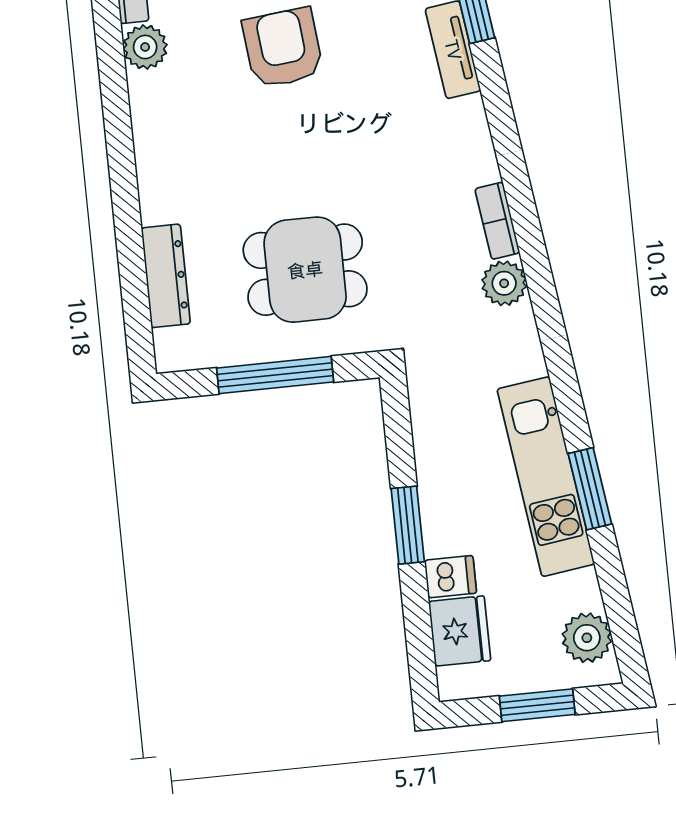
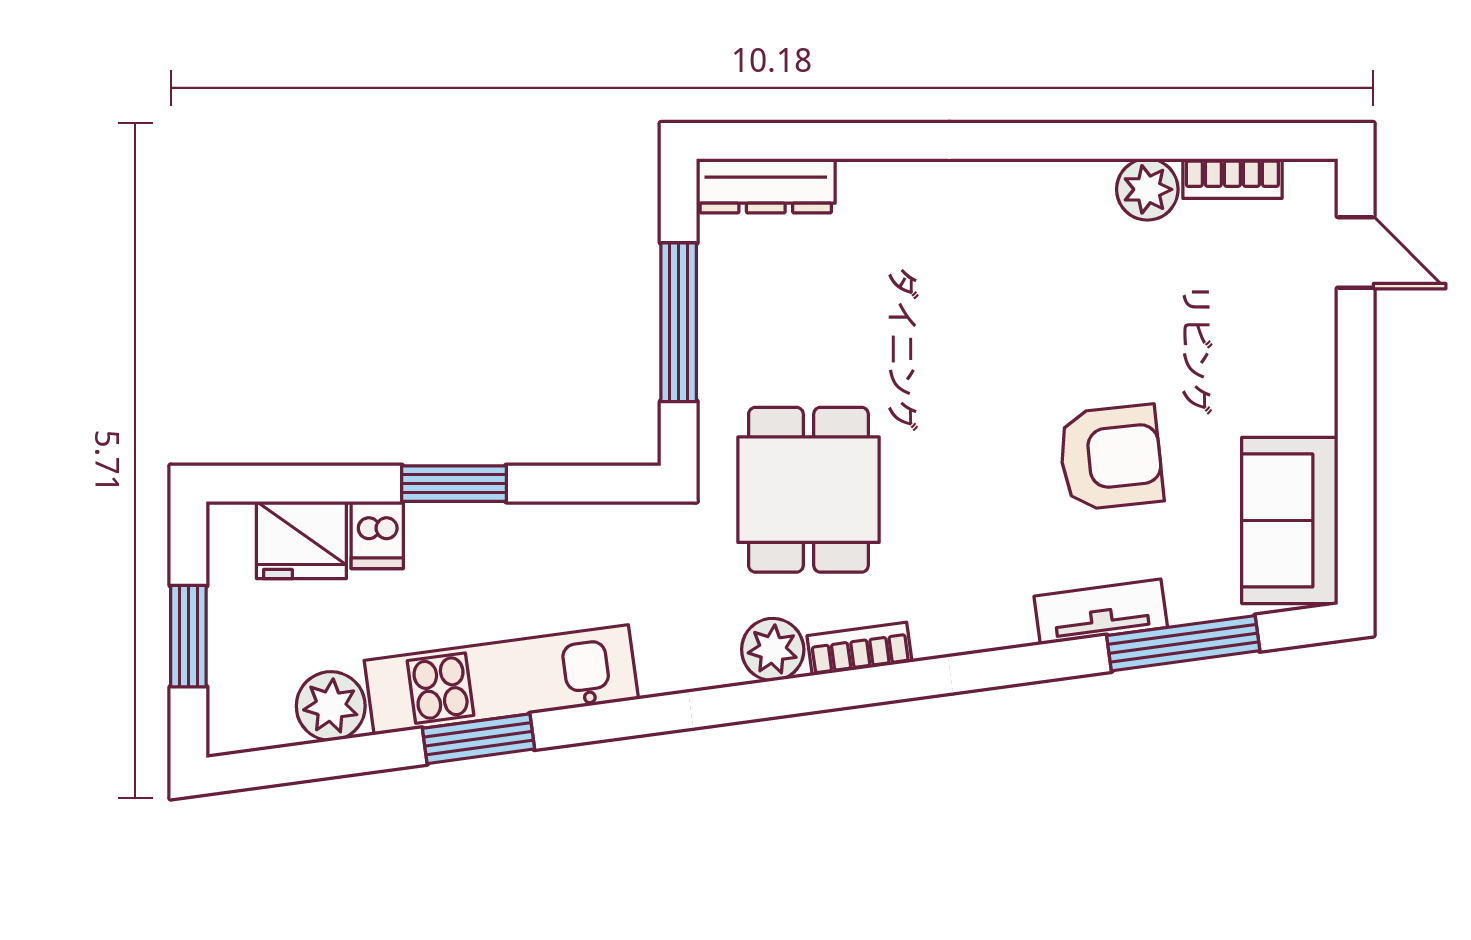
armchair: (283, 48) -> (1111, 457), moved
dining table: (305, 270) -> (808, 490), moved
dresser: (166, 276) -> (766, 186), moved
plant: (587, 638) -> (331, 706), moved

